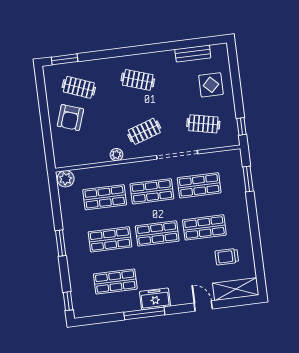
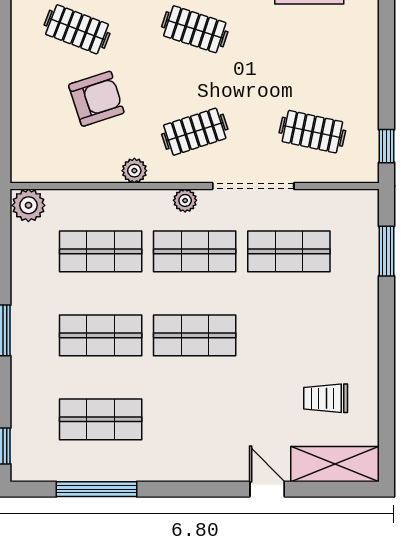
display table: (211, 85) -> (337, 57), removed
armchair: (70, 118) -> (96, 99), moved, turned -127
plant: (144, 166) -> (185, 200), added
shop shelf: (204, 227) -> (289, 335), removed
freezer: (155, 299) -> (174, 463), removed
window: (144, 313) -> (96, 489), moved

